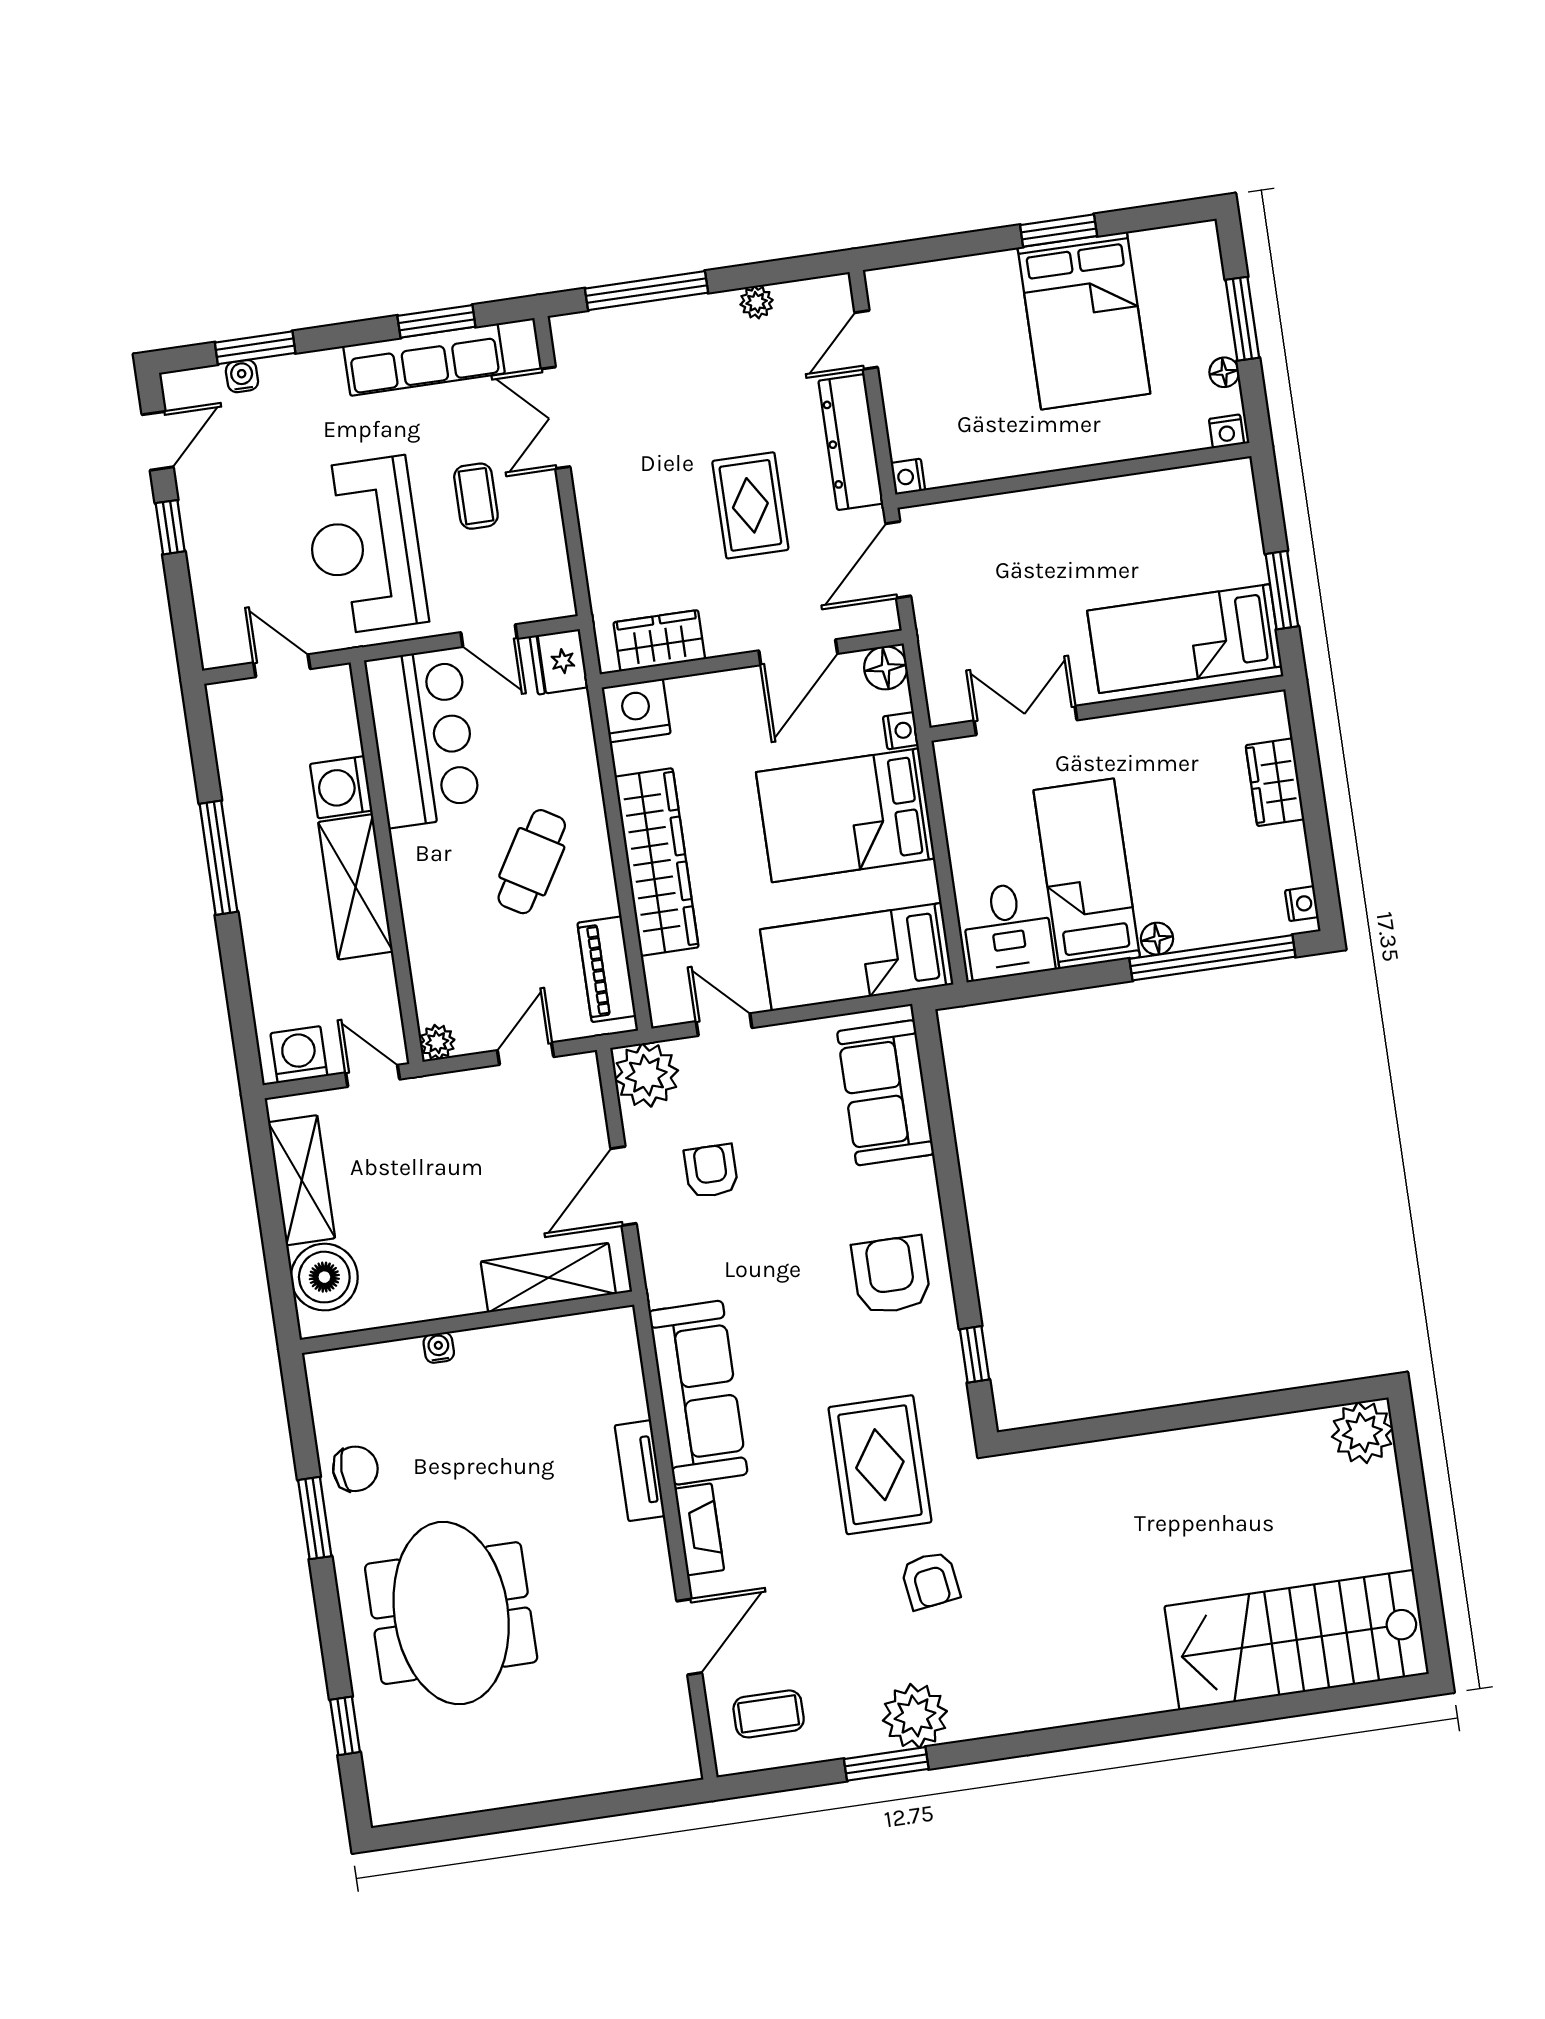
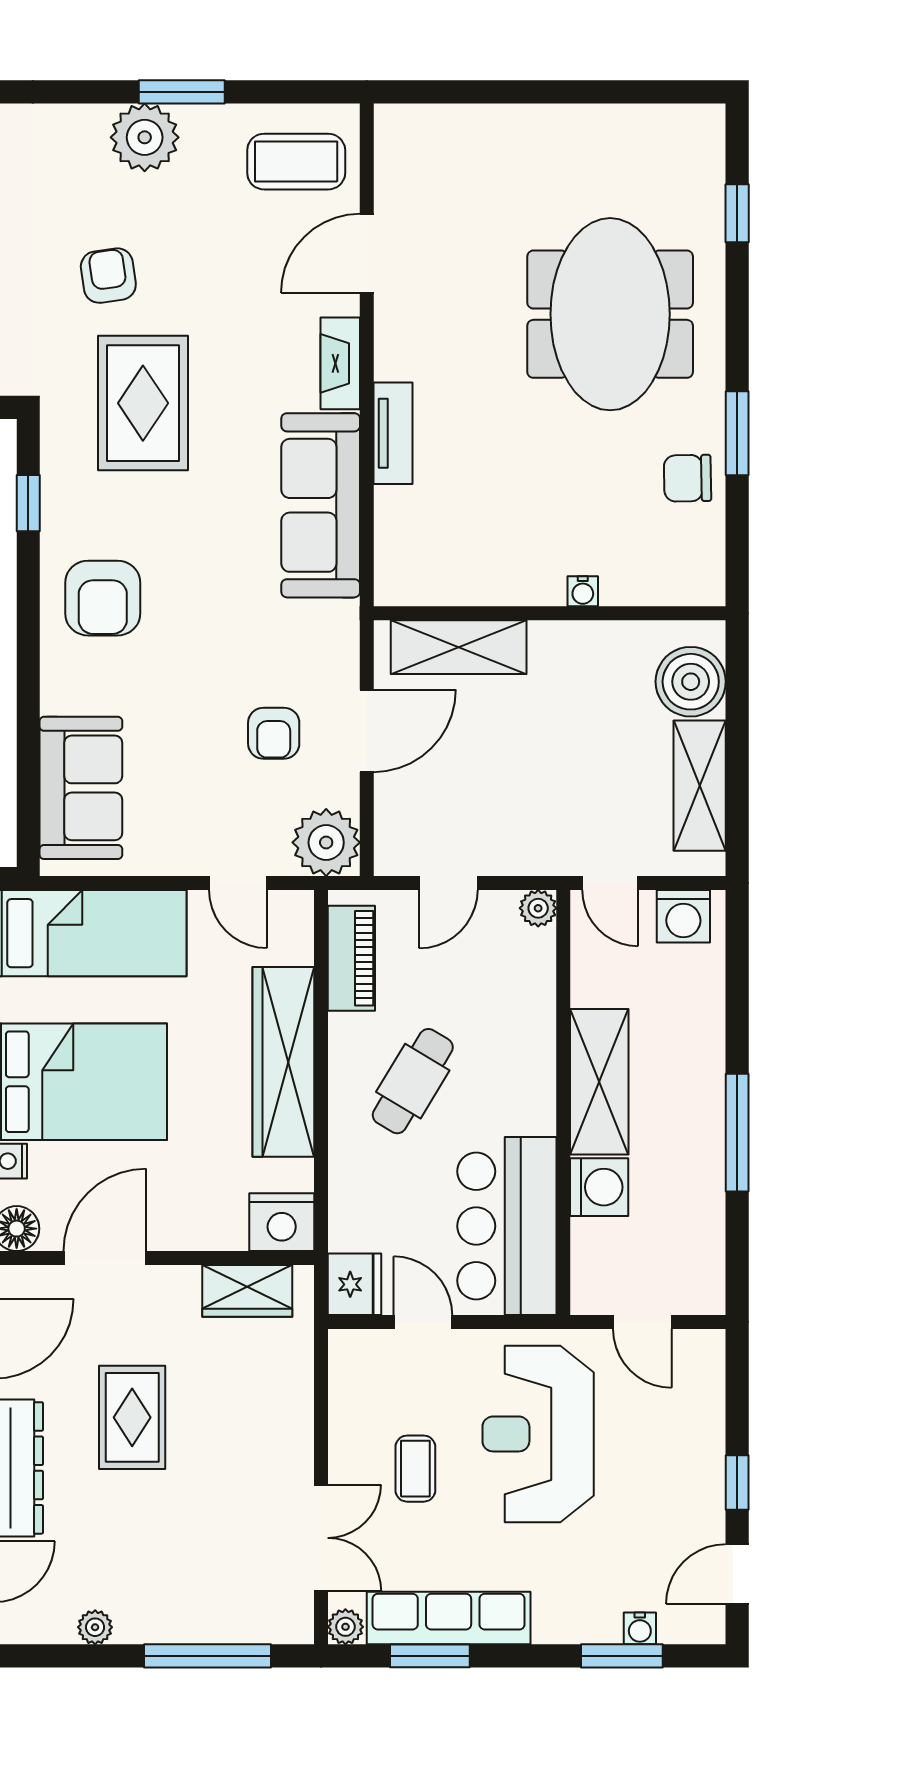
plant: (520, 337) -> (345, 1627), added
reception desk: (365, 546) -> (538, 1434), turned 180
coffee table: (769, 1714) -> (296, 162), width x1.36, depth x1.30

